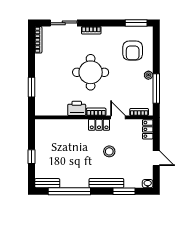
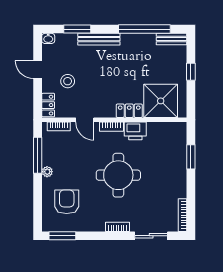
locker: (99, 125) -> (129, 111), moved
shower: (56, 133) -> (161, 101), added
stool: (109, 151) -> (68, 81), moved

